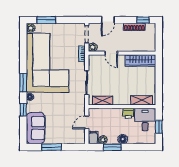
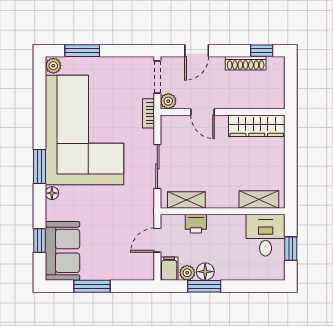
window: (23, 110) -> (40, 241), moved
printer: (128, 113) -> (196, 224), moved
floor lamp: (123, 139) -> (205, 272), moved

